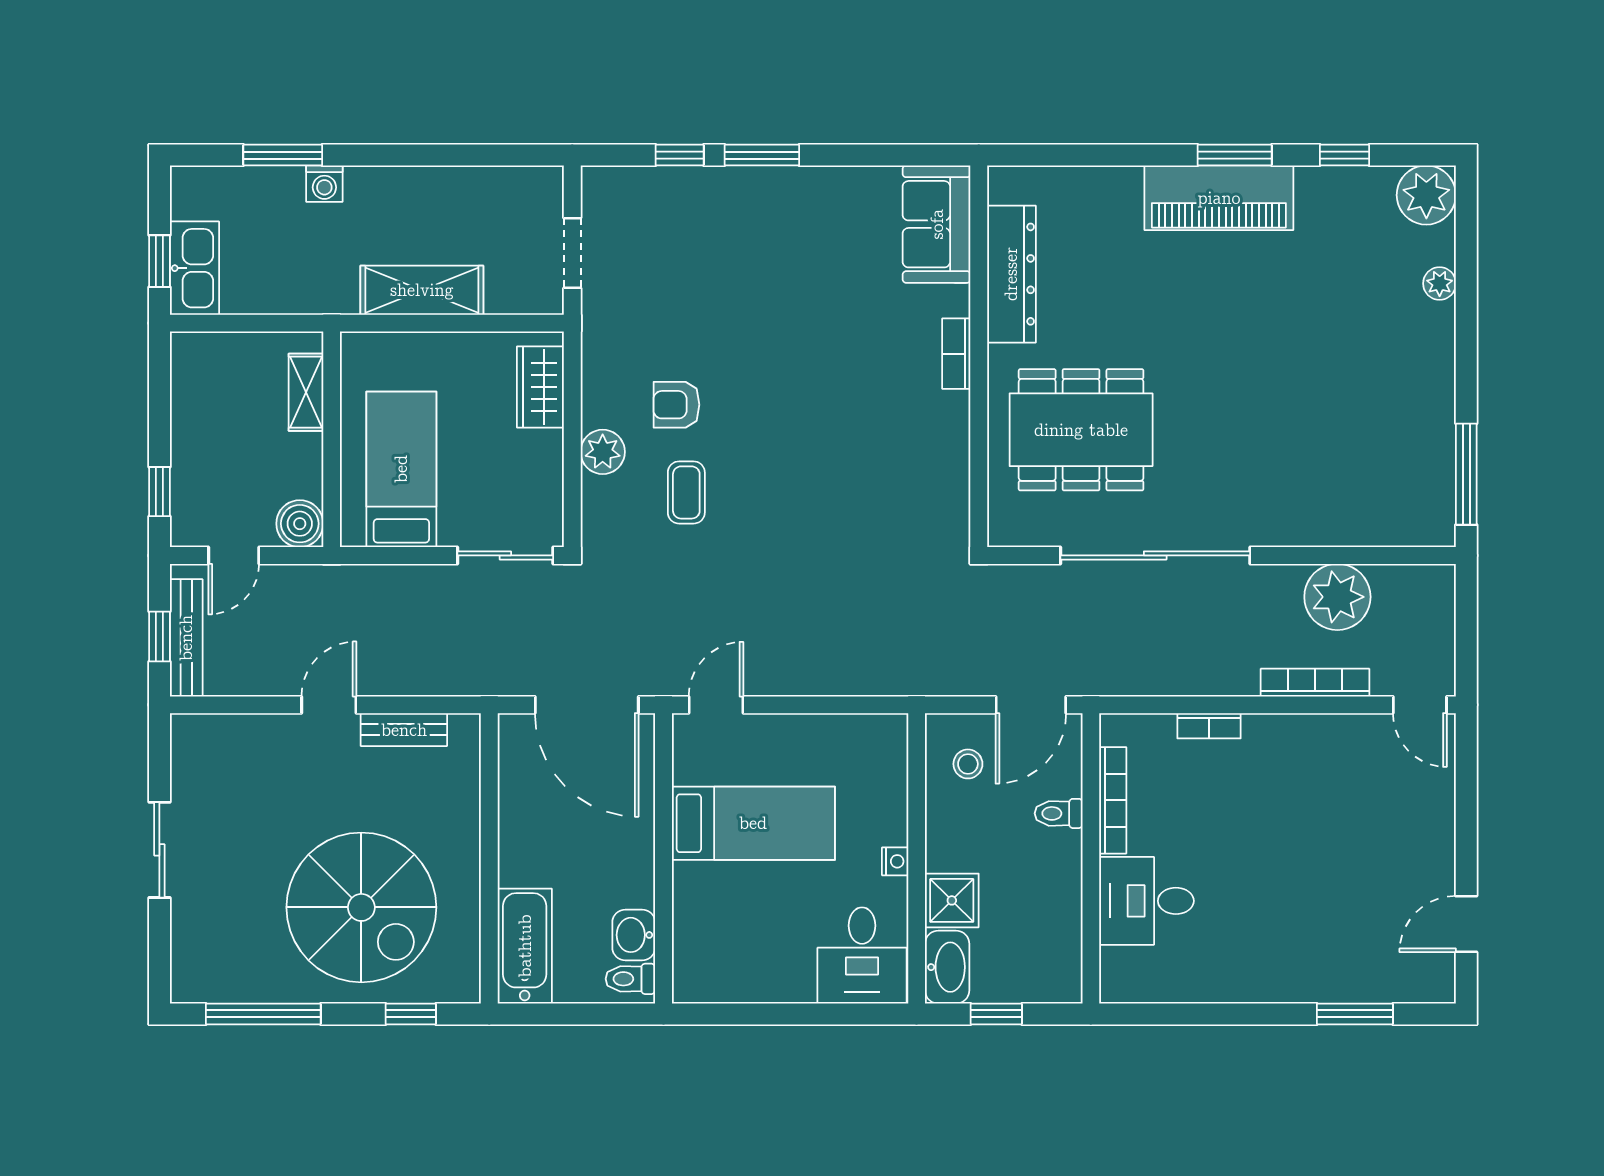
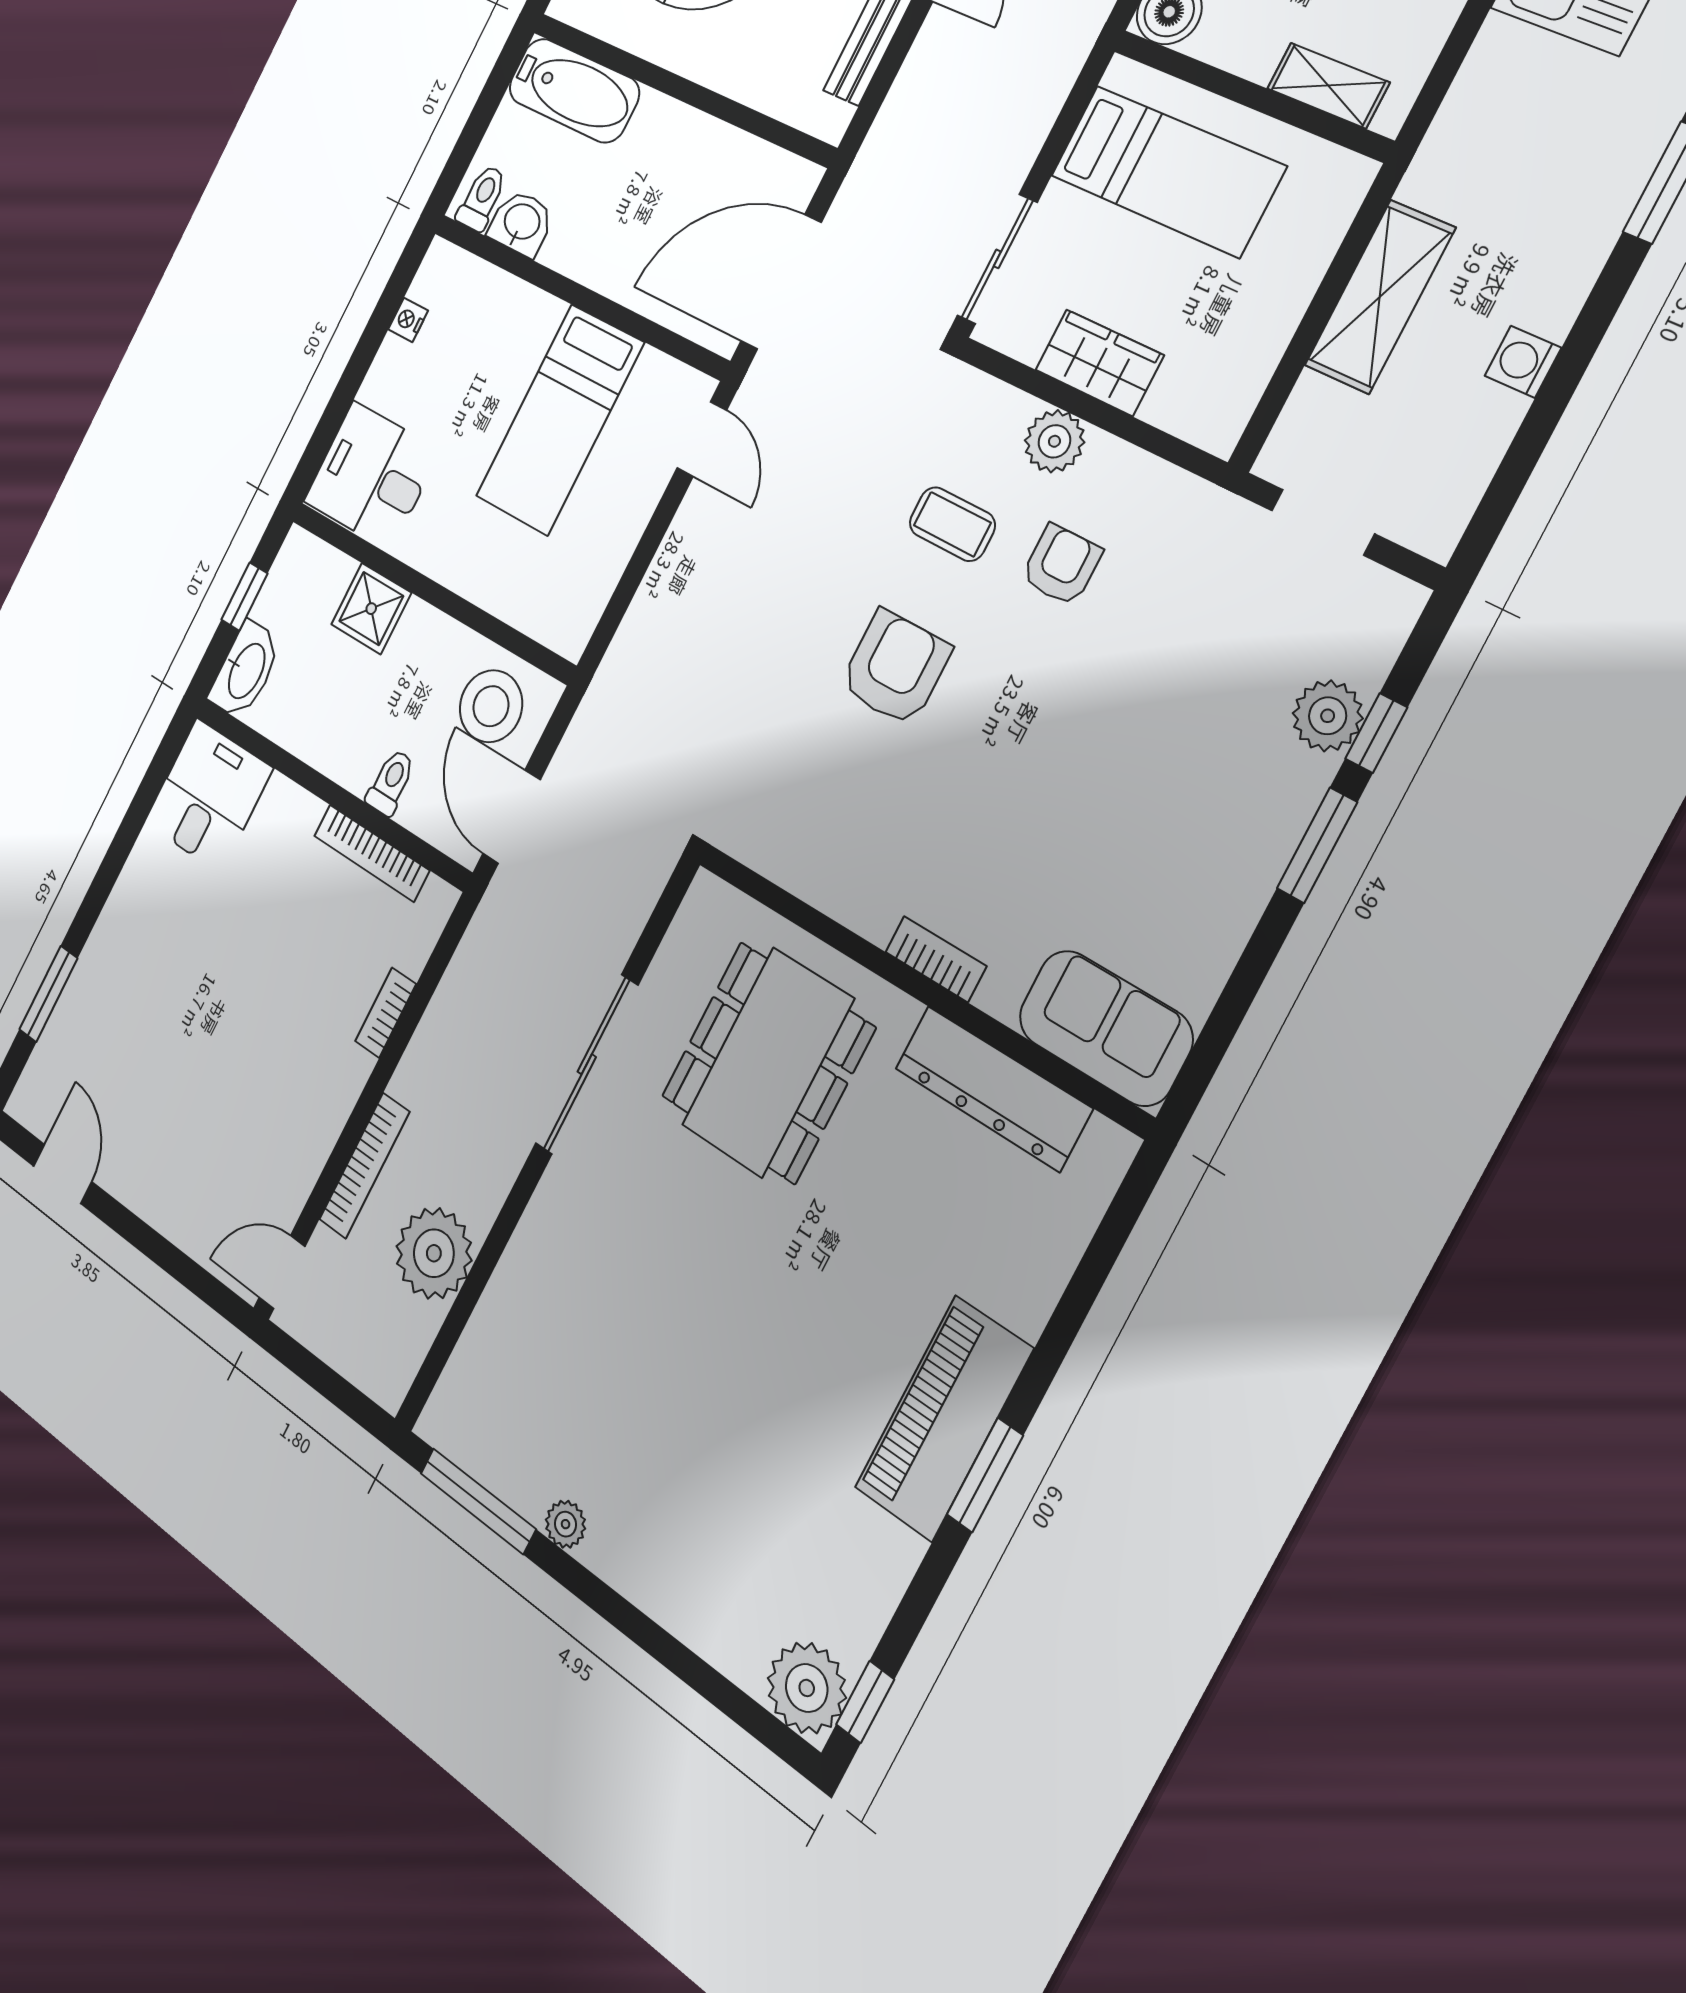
window: (1345, 155) -> (865, 1702), moved
washing machine: (324, 184) -> (1523, 362), moved
plant: (684, 189) -> (1328, 716), added
plant: (1440, 283) -> (566, 1524), moved
wardrobe: (540, 387) -> (1099, 363), moved
armchair: (794, 481) -> (895, 668), added
sliding door: (1155, 555) -> (587, 1064), width x0.73
stool: (968, 764) -> (491, 706), width x1.89, depth x1.89
nightstand: (895, 861) -> (408, 320), moved, turned 90
desk: (1146, 901) -> (209, 796), moved
washbasin: (947, 967) -> (246, 670), moved, turned -90

